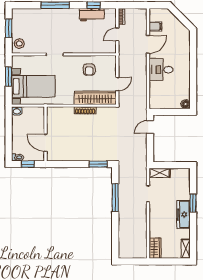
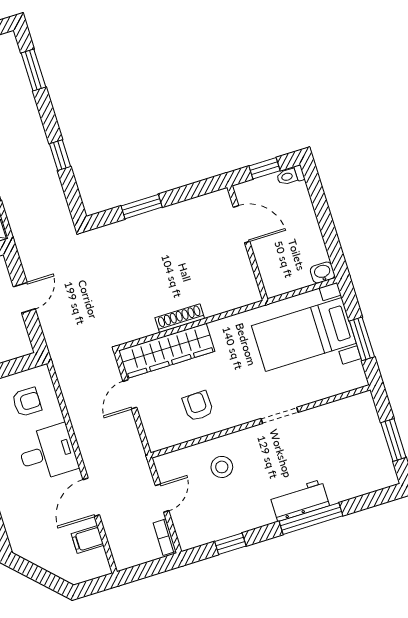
workbench: (92, 15) -> (299, 500), moved
stool: (19, 44) -> (222, 467), moved
armchair: (163, 95) -> (27, 402), added
door: (150, 127) -> (24, 298), moved
window: (98, 164) -> (142, 207), moved
window: (115, 198) -> (60, 155), width x0.46
window: (115, 238) -> (33, 70), added

